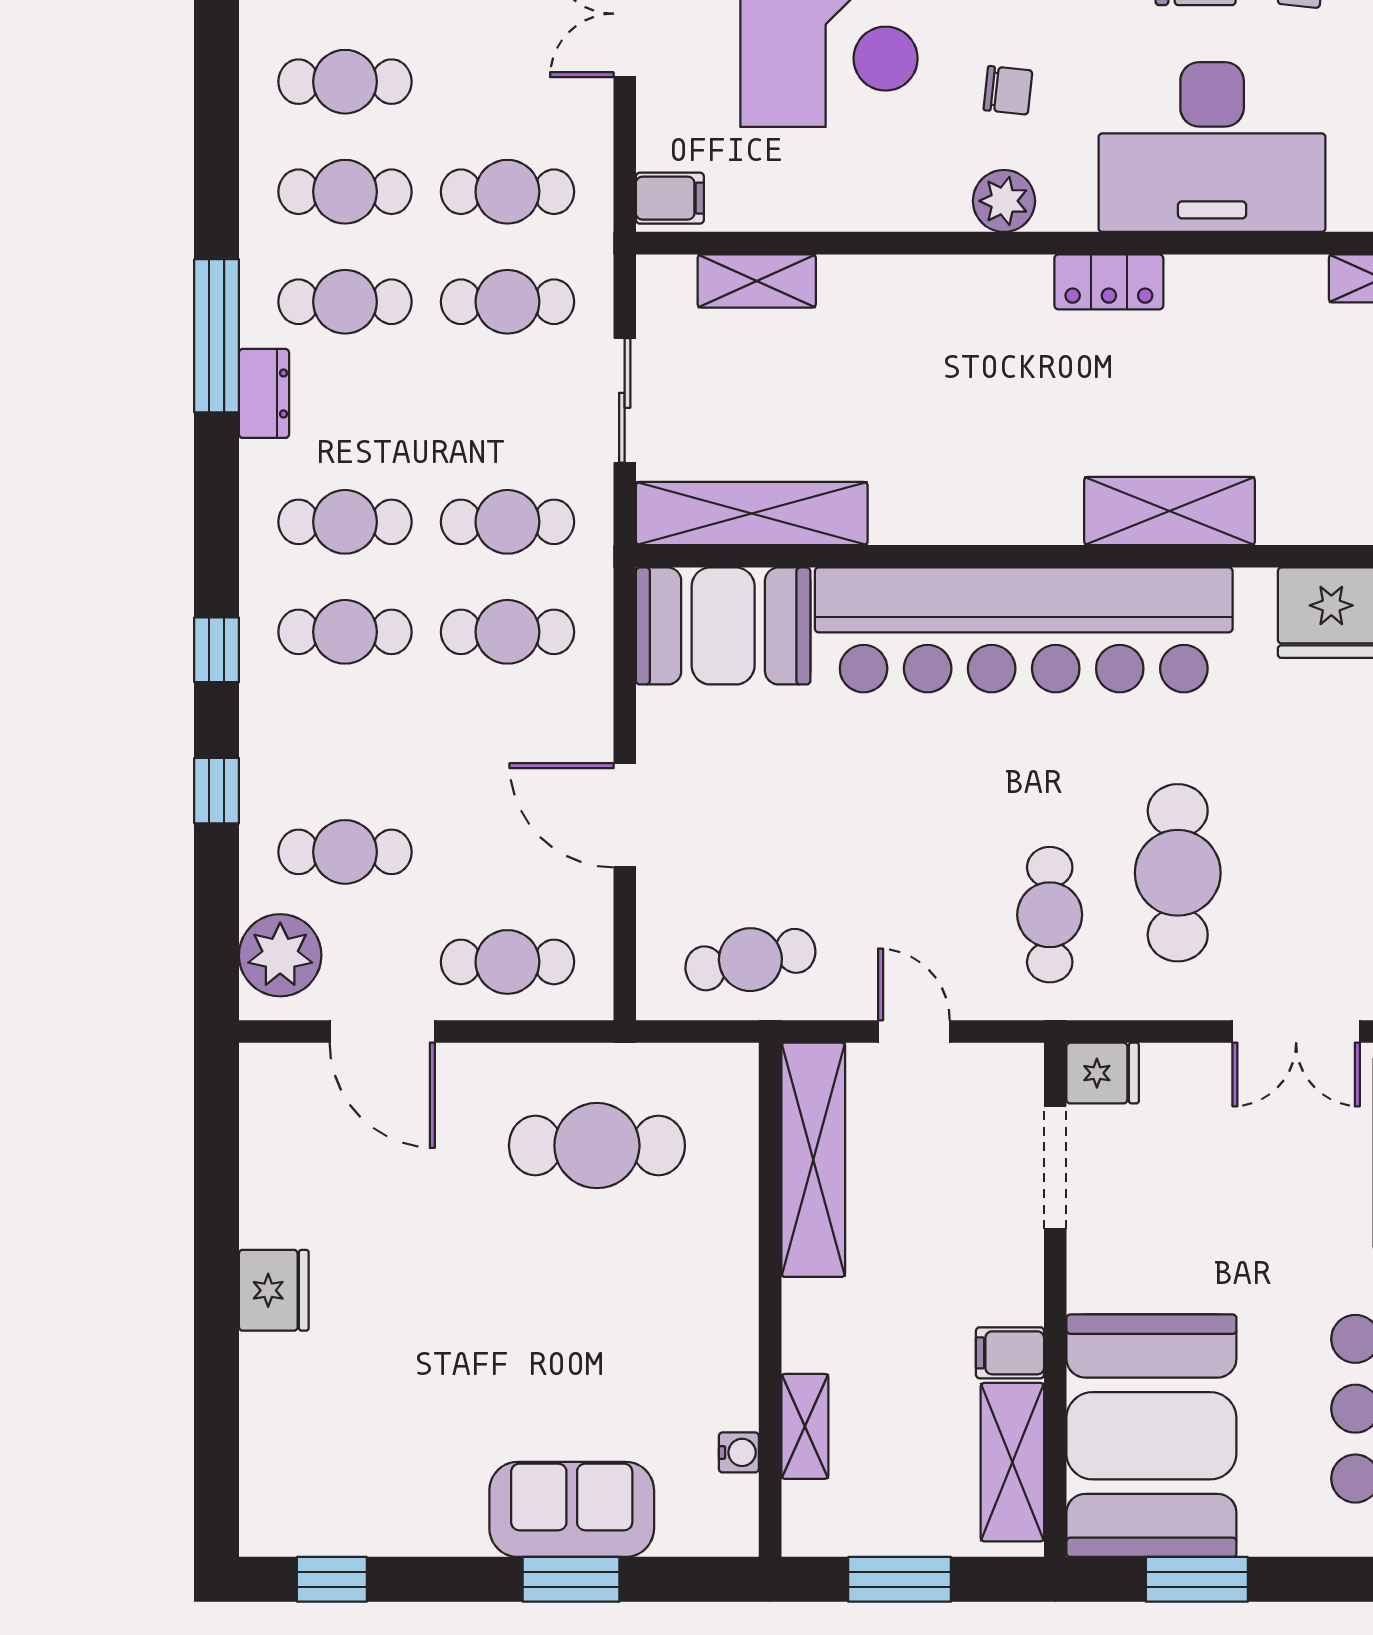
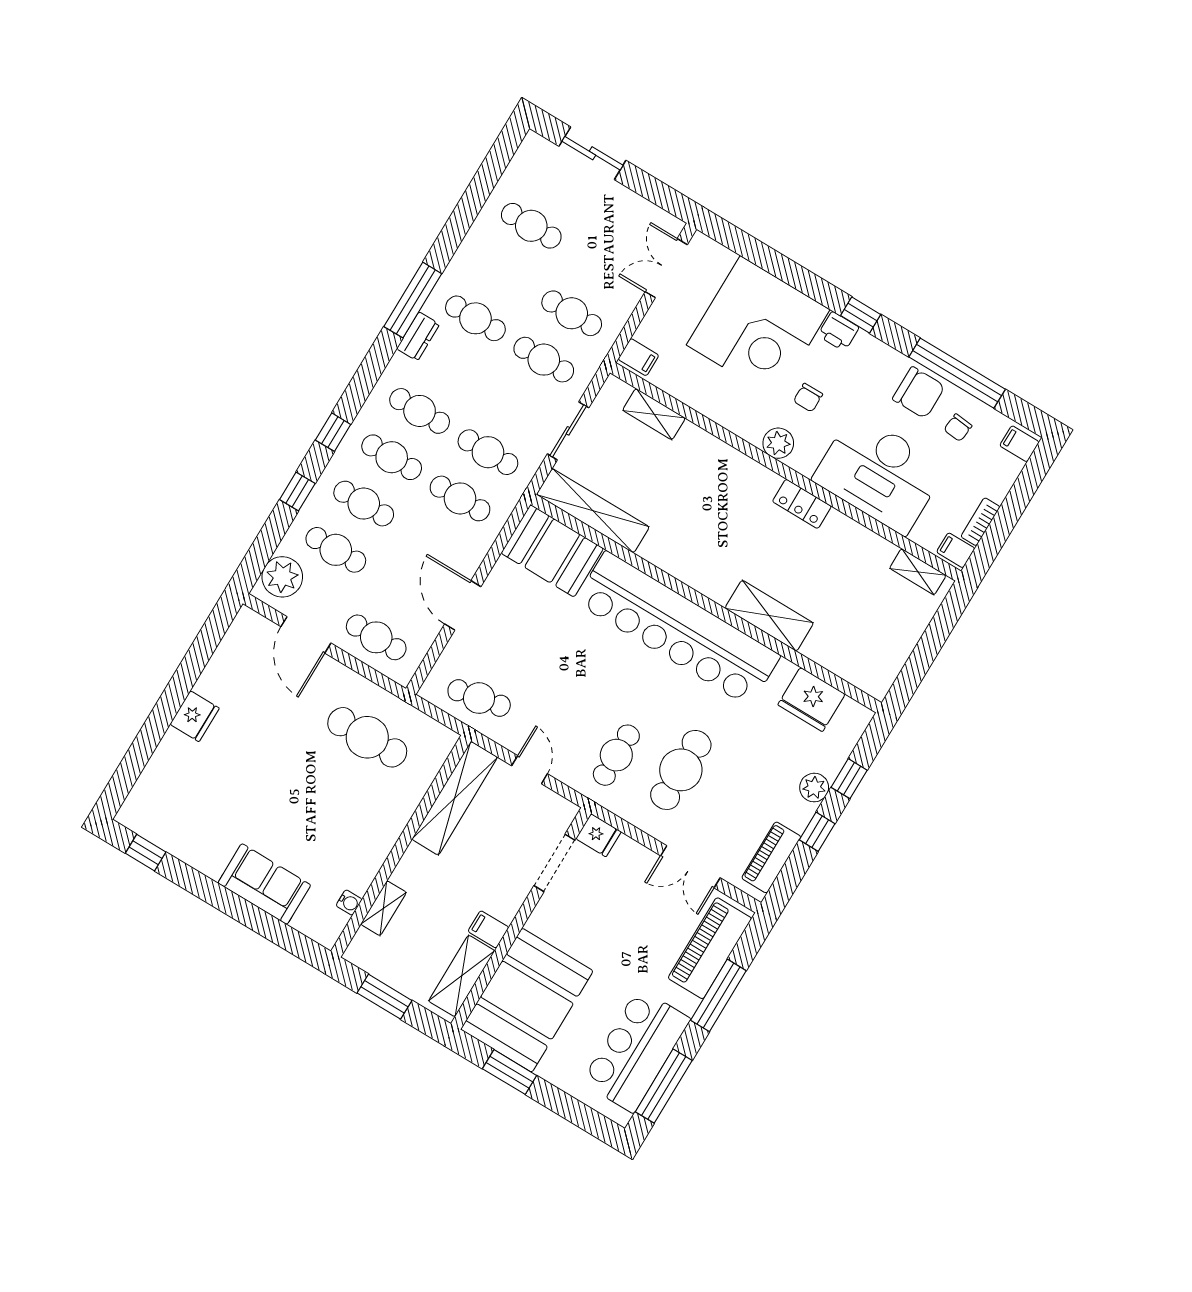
chair: (1008, 90) -> (808, 398), turned 84
cafe table: (345, 192) -> (364, 504), moved
window: (571, 1579) -> (246, 913), removed

